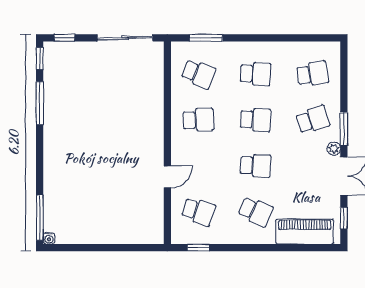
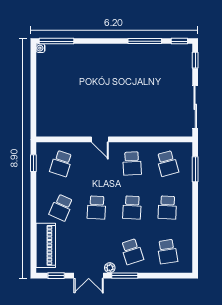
school desk: (198, 74) -> (167, 163), turned -36
door: (167, 177) -> (100, 139), moved

